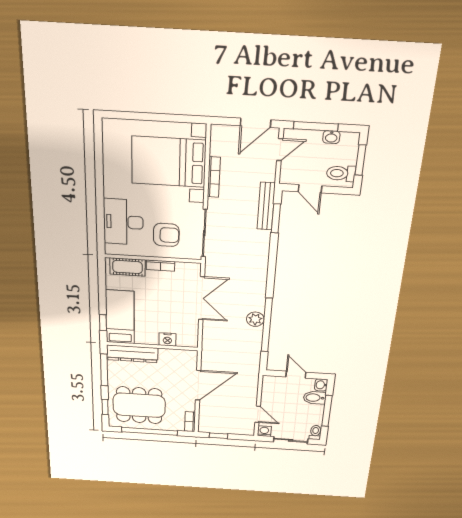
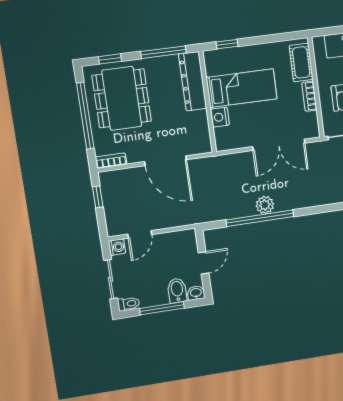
bed: (120, 317) -> (242, 88), moved

